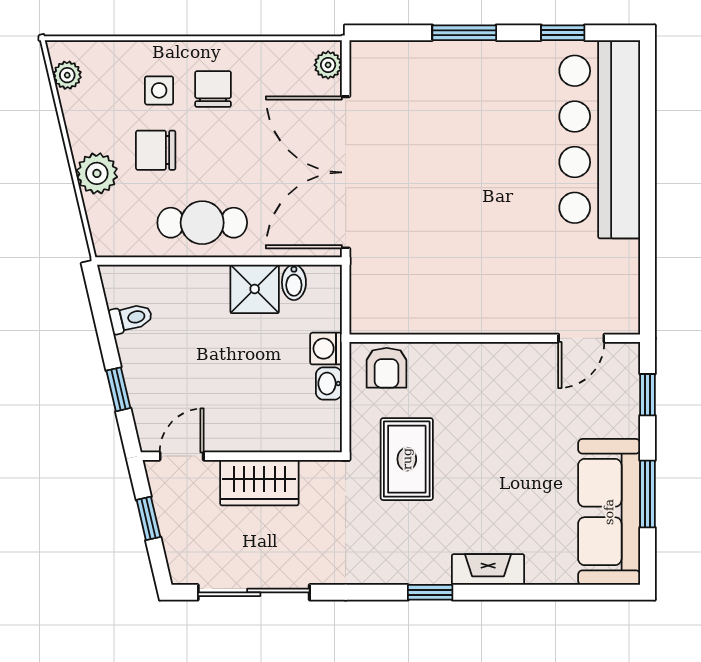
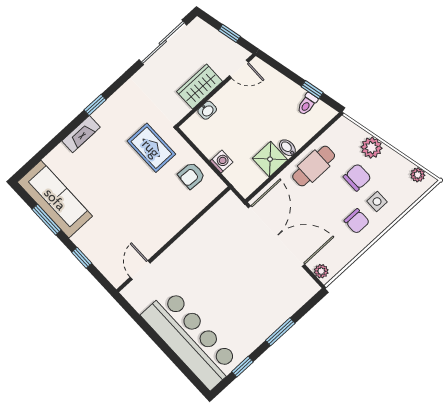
bidet: (294, 282) -> (287, 148), moved
wall: (495, 338) -> (173, 239), moved
door: (581, 338) -> (140, 270), moved
armchair: (387, 368) -> (191, 176), turned -87
washbasin: (329, 384) -> (207, 110), moved, turned 90
window: (118, 389) -> (312, 90), moved
door: (182, 456) -> (239, 69), hinge flipped

